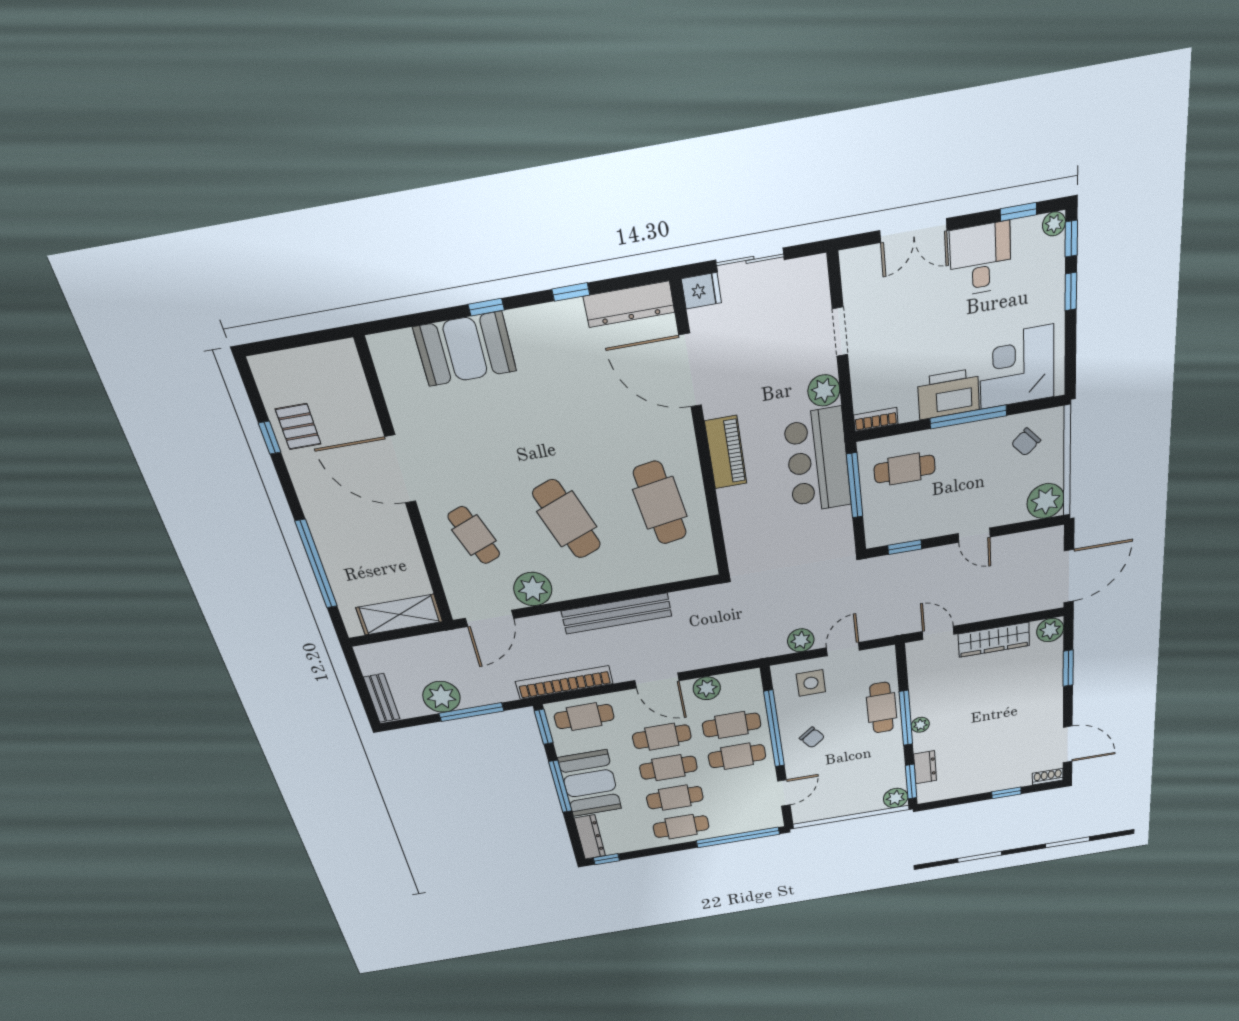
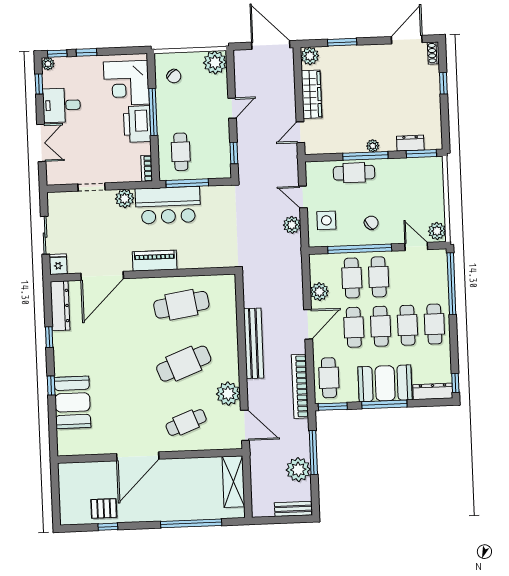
plant: (896, 798) -> (437, 231), moved

